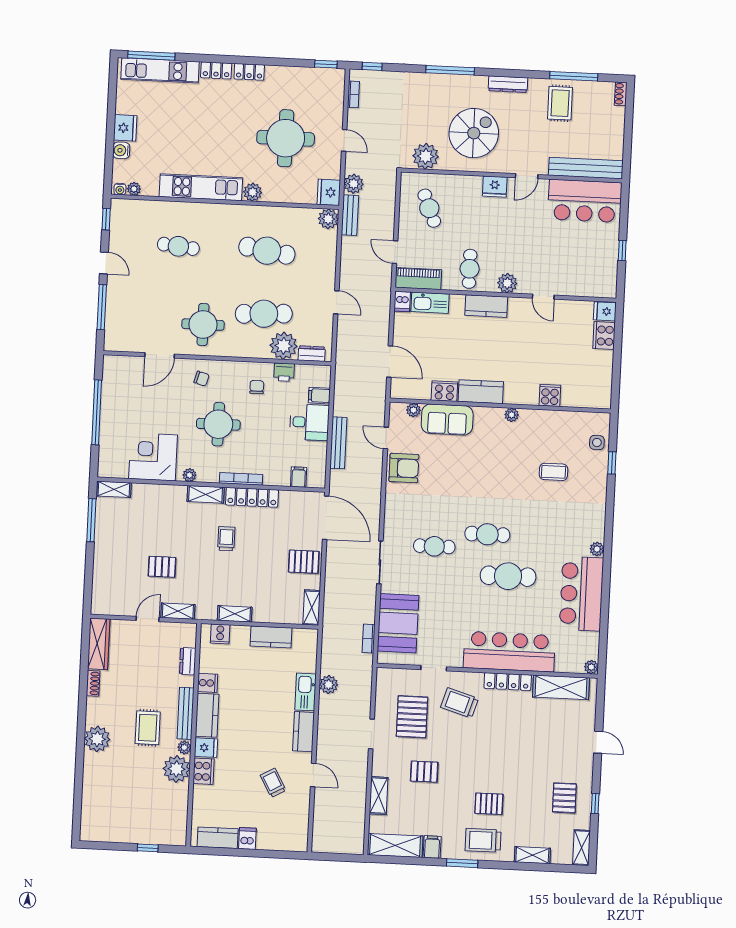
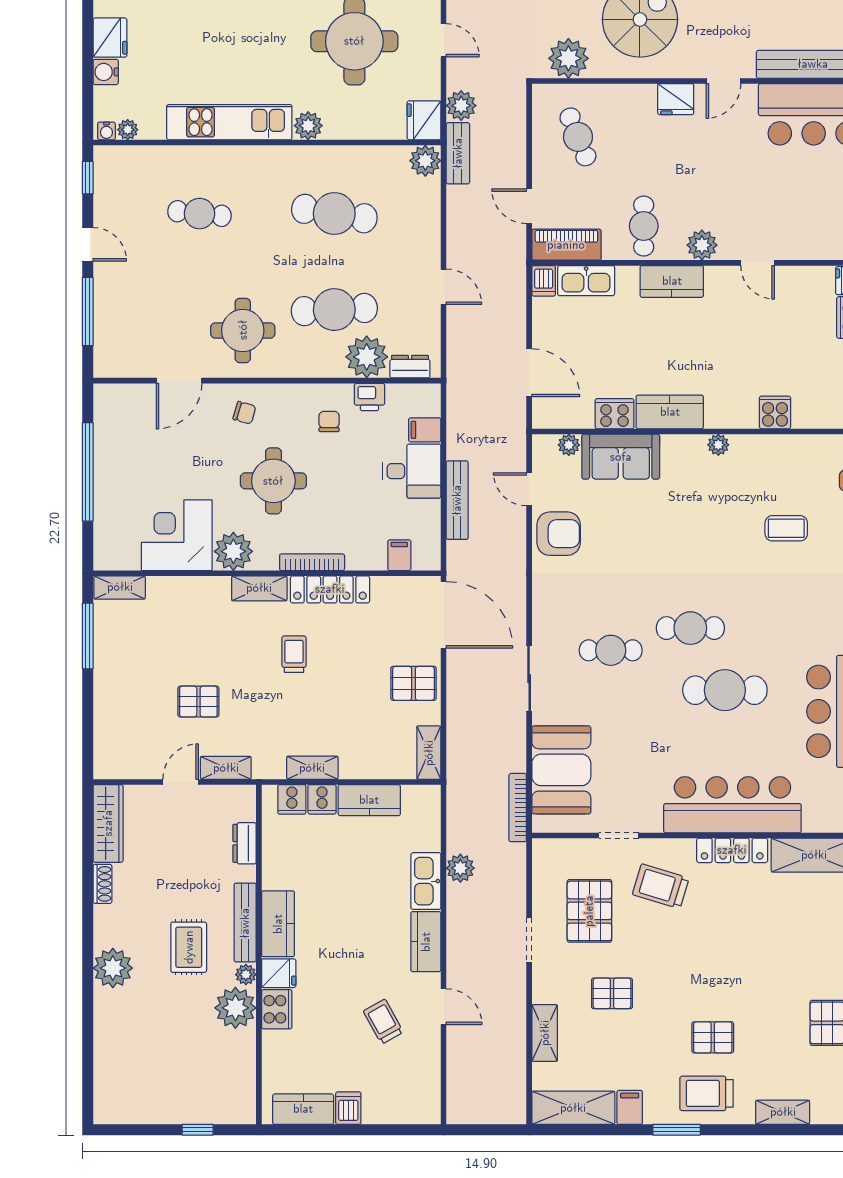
plant: (189, 475) -> (233, 551), width x1.88, depth x1.88
bookcase: (369, 639) -> (518, 808), width x1.56
cooker: (208, 683) -> (322, 799), moved, turned 90

